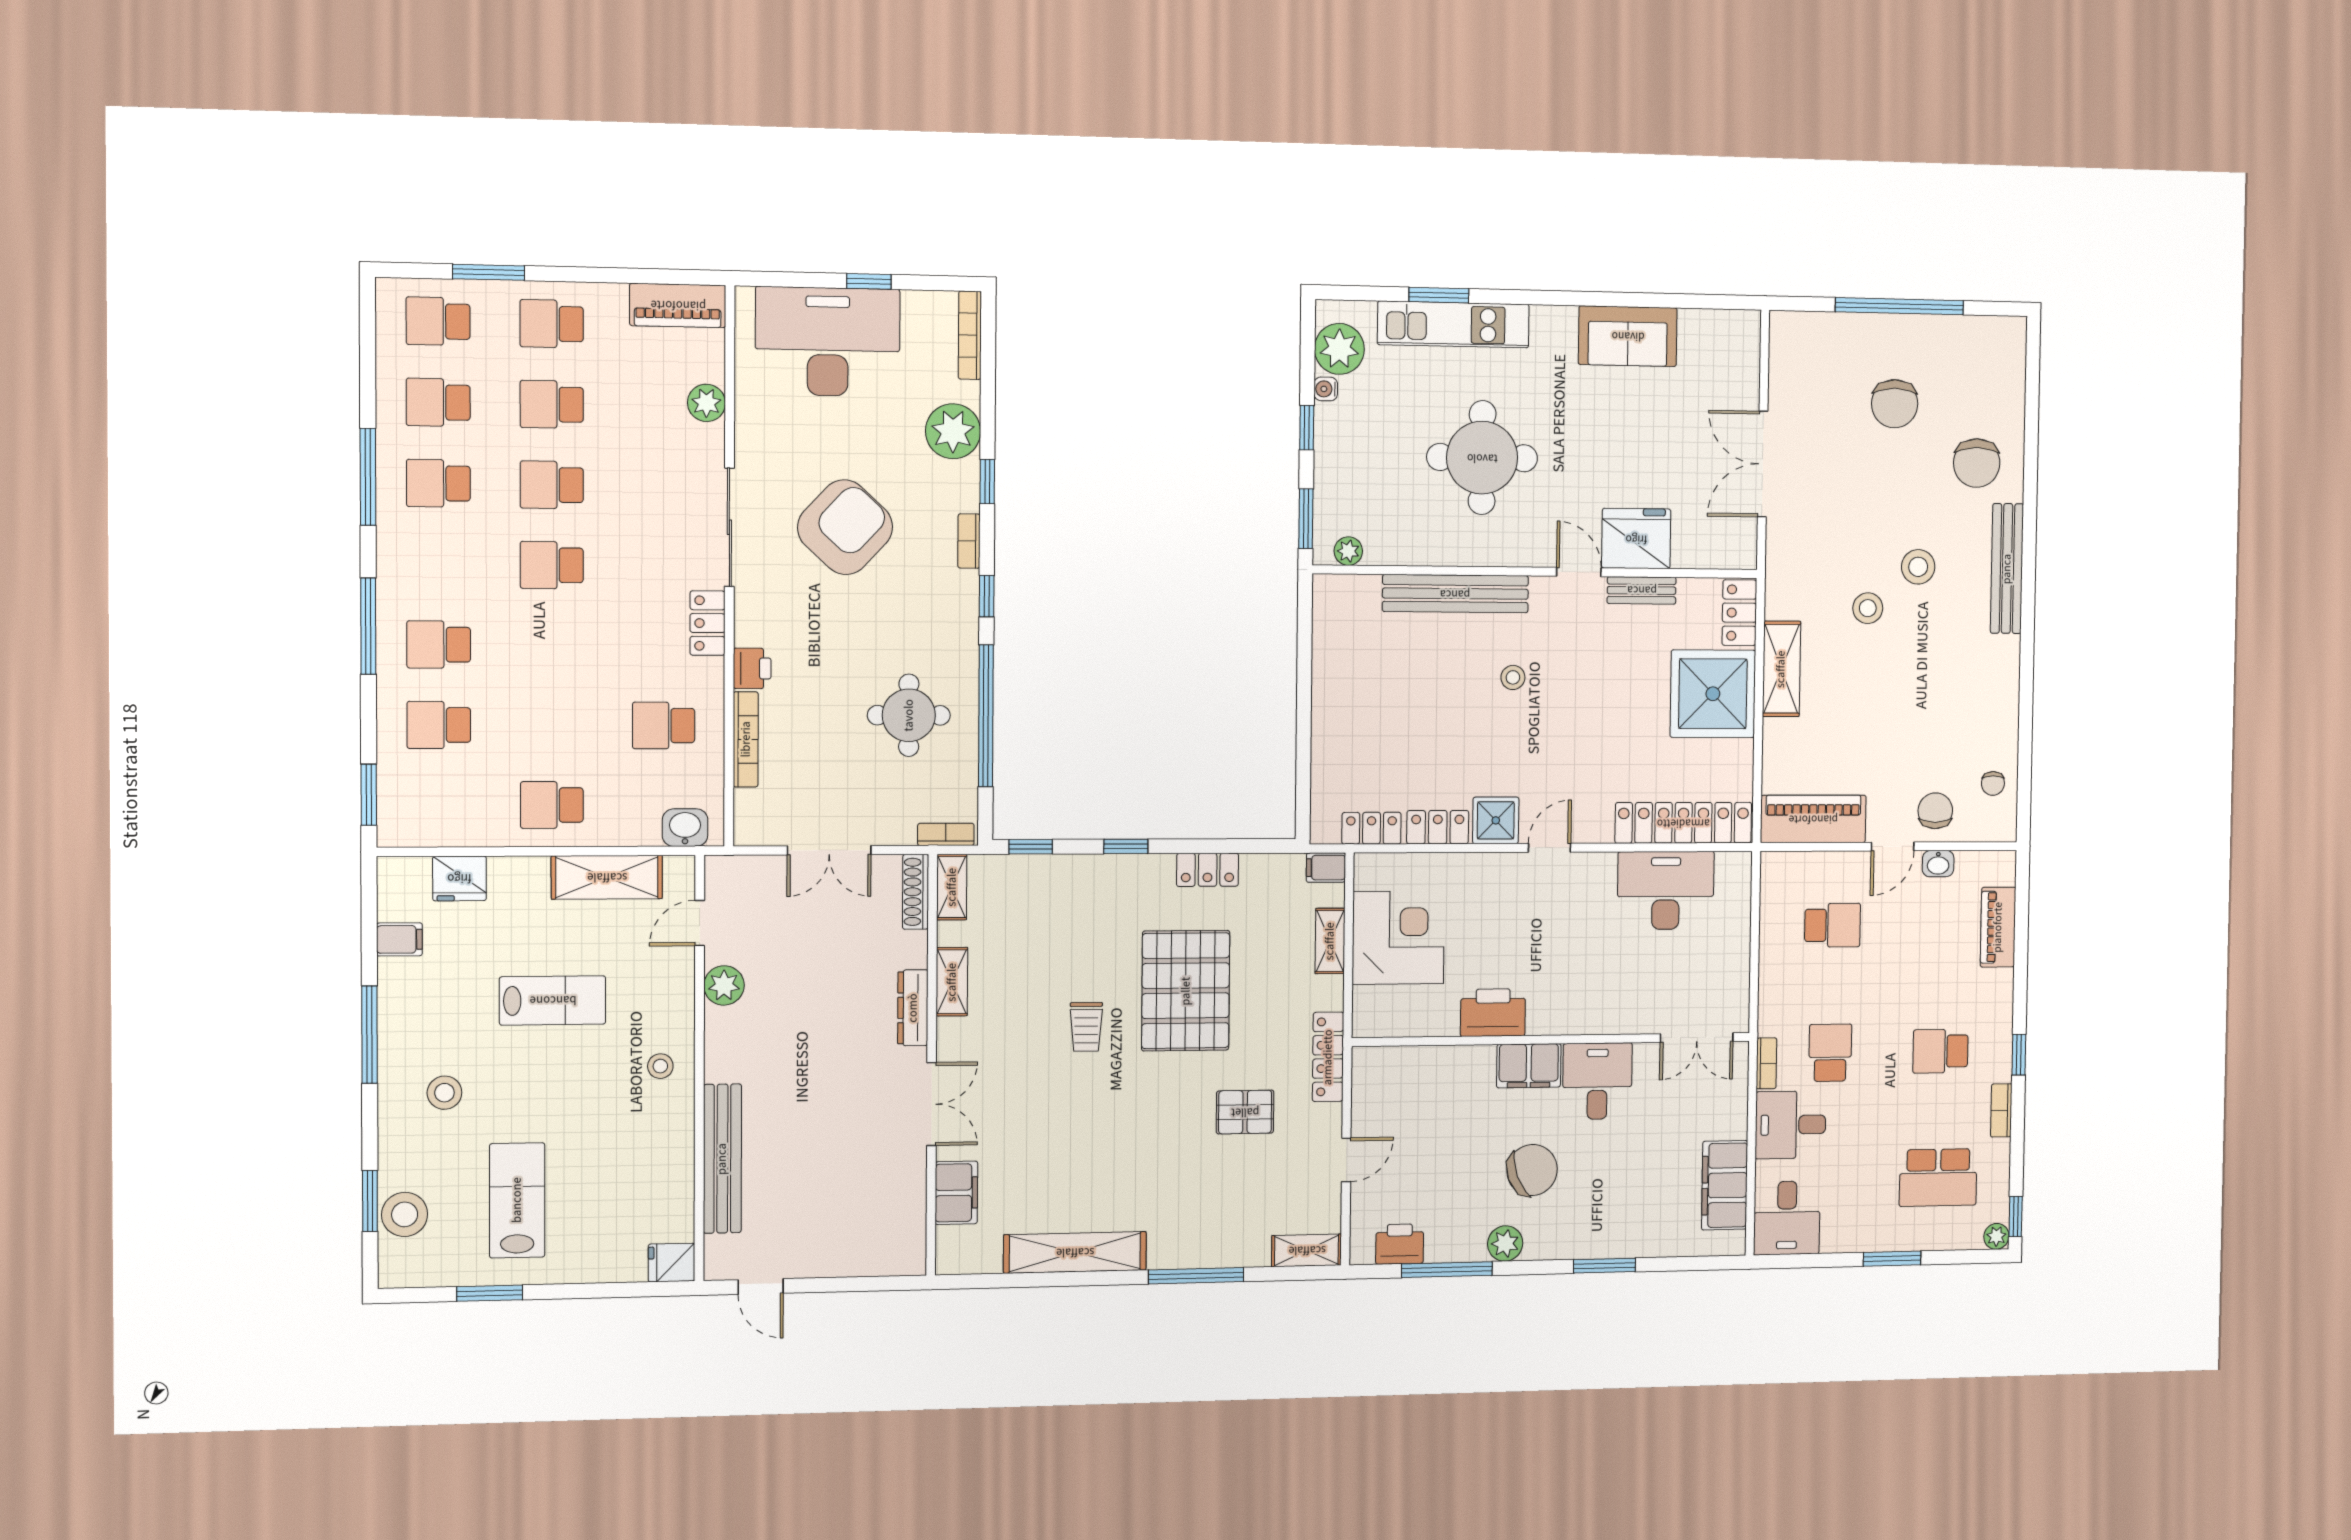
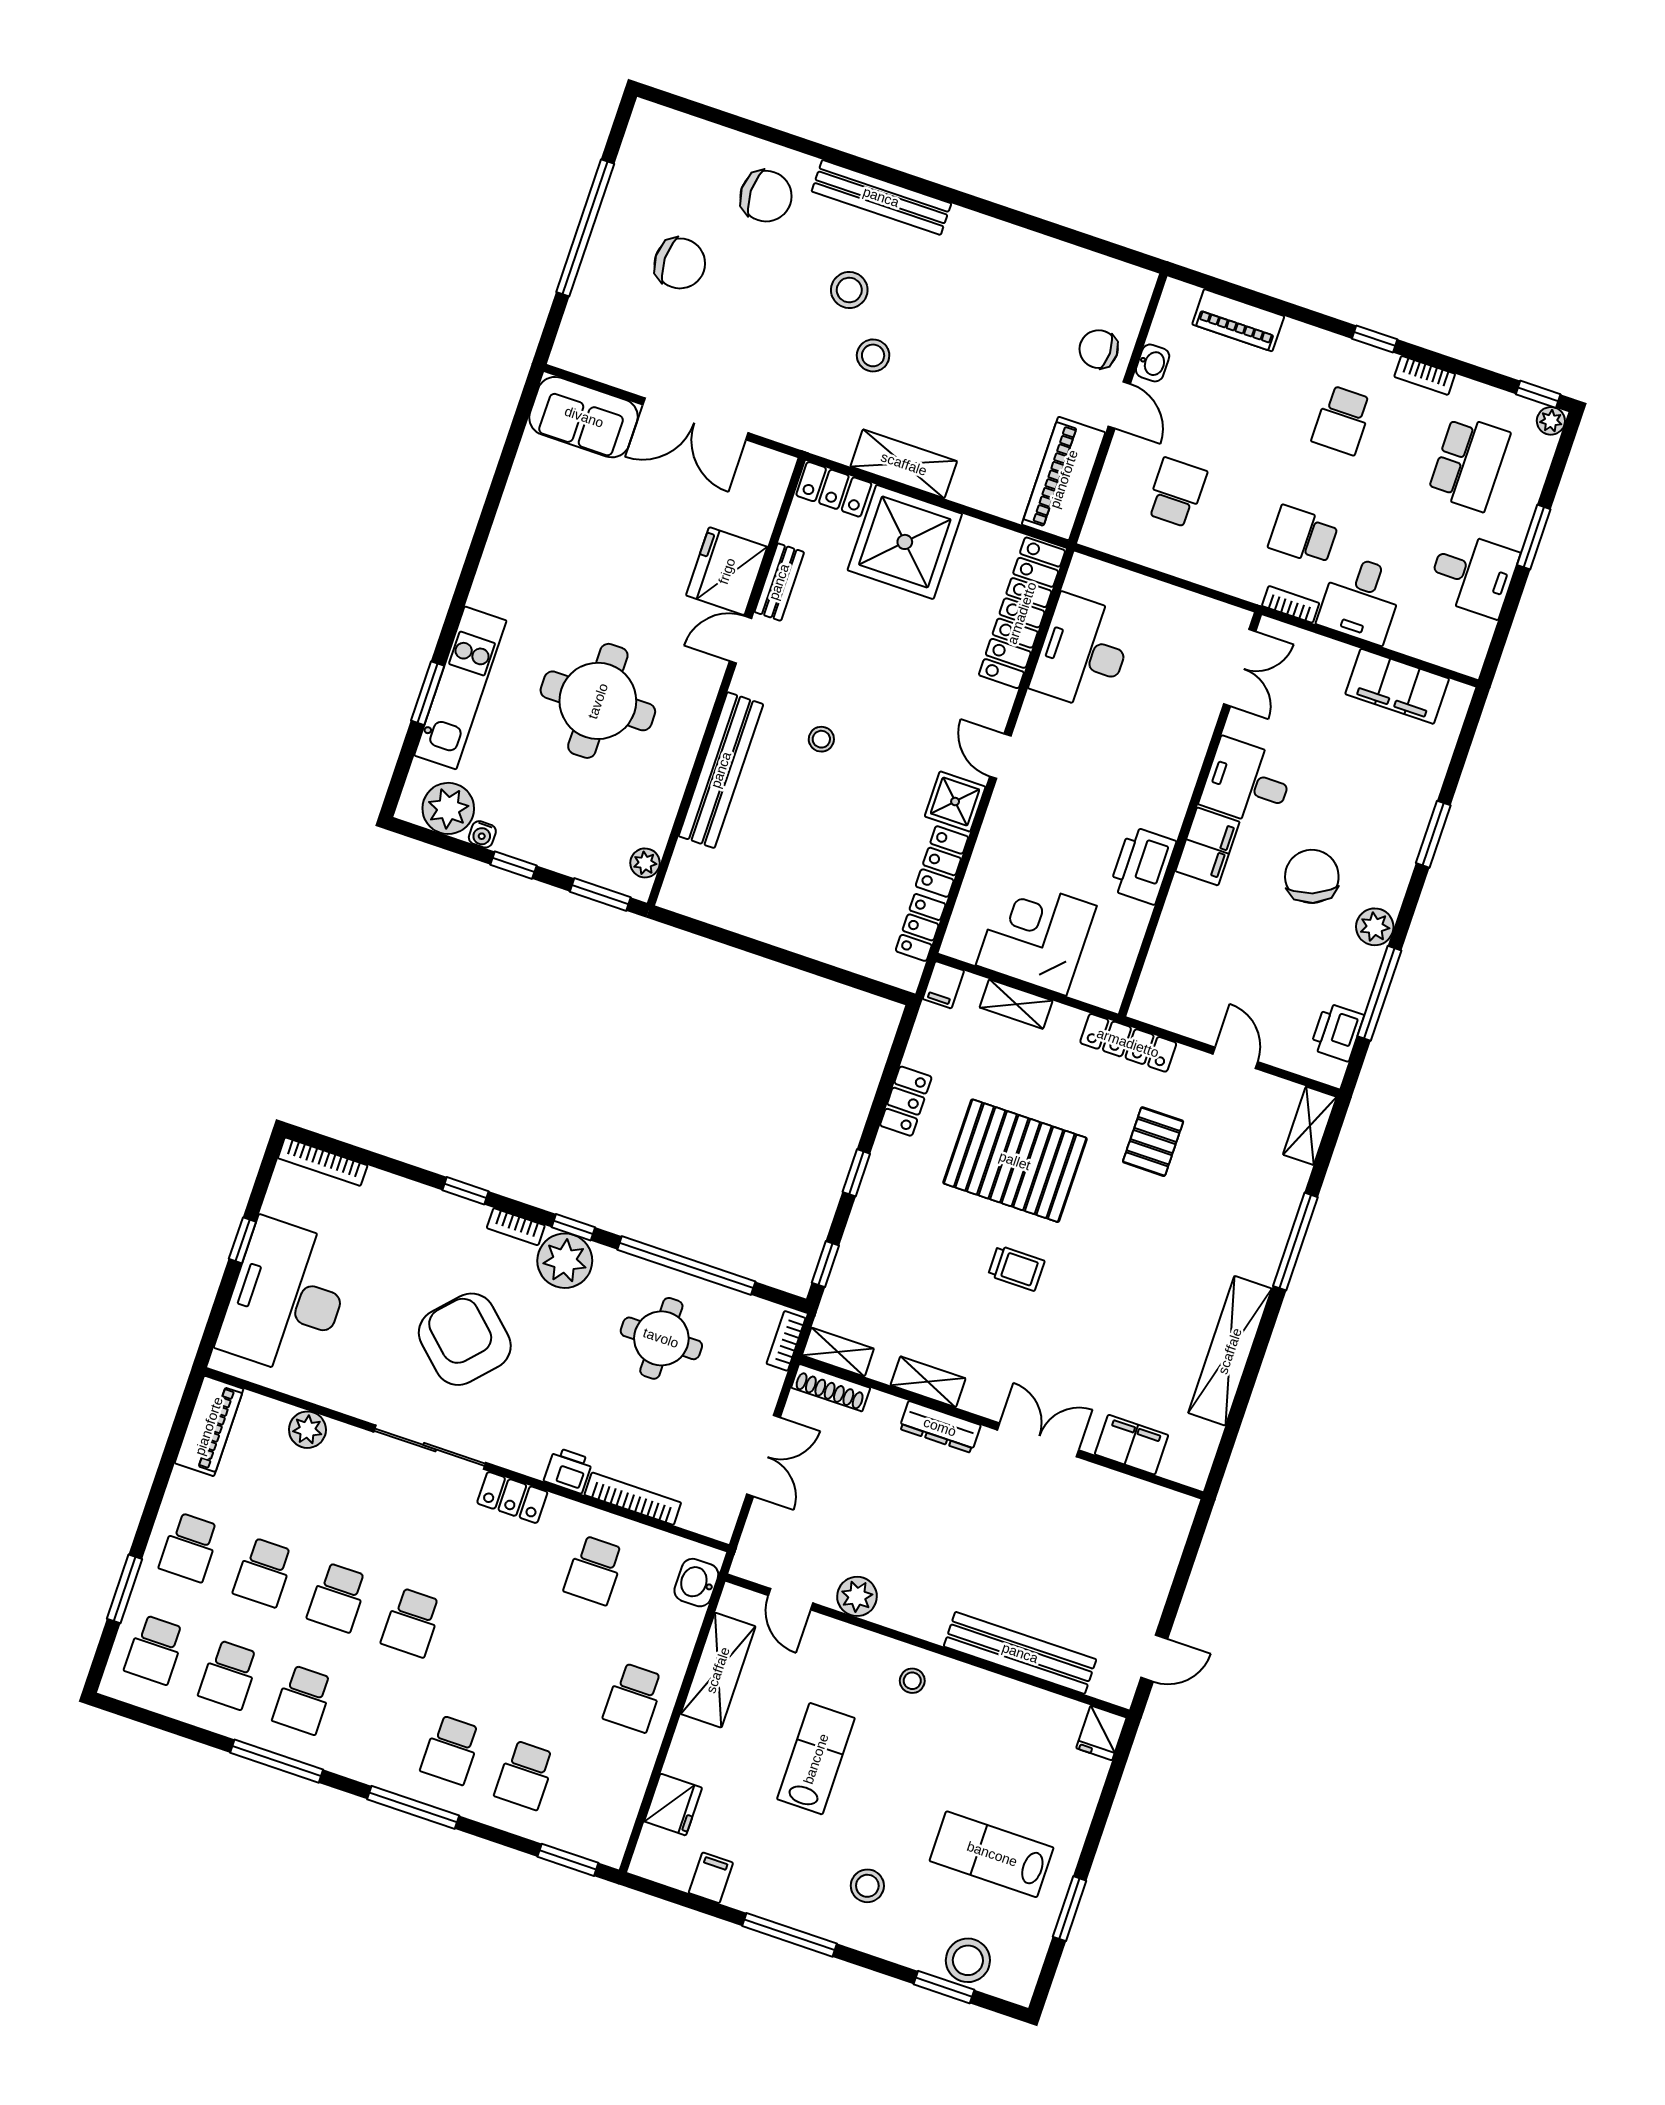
sofa: (1628, 336) -> (584, 417), moved, turned 90
plant: (953, 431) -> (565, 1261), moved
chair: (1993, 783) -> (1092, 280), removed
desk: (1787, 1218) -> (1473, 574), moved

